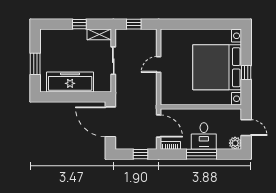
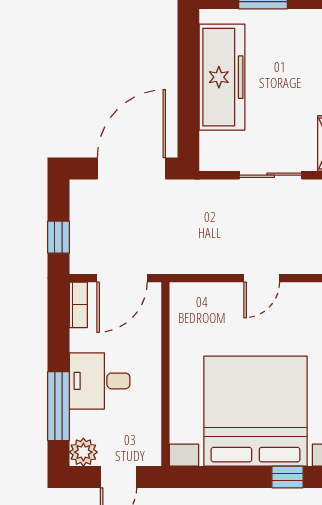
door: (159, 65) -> (262, 278), swing flipped
window: (246, 73) -> (288, 477), moved
window: (201, 154) -> (58, 406), moved

